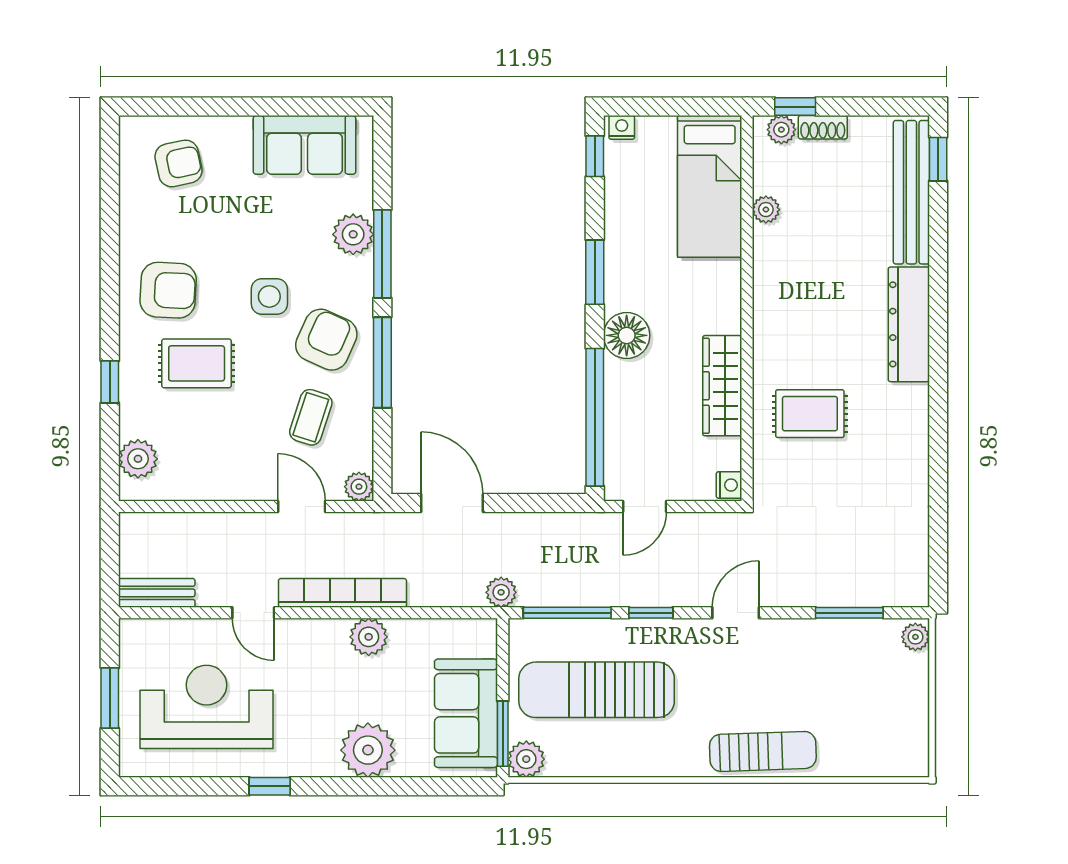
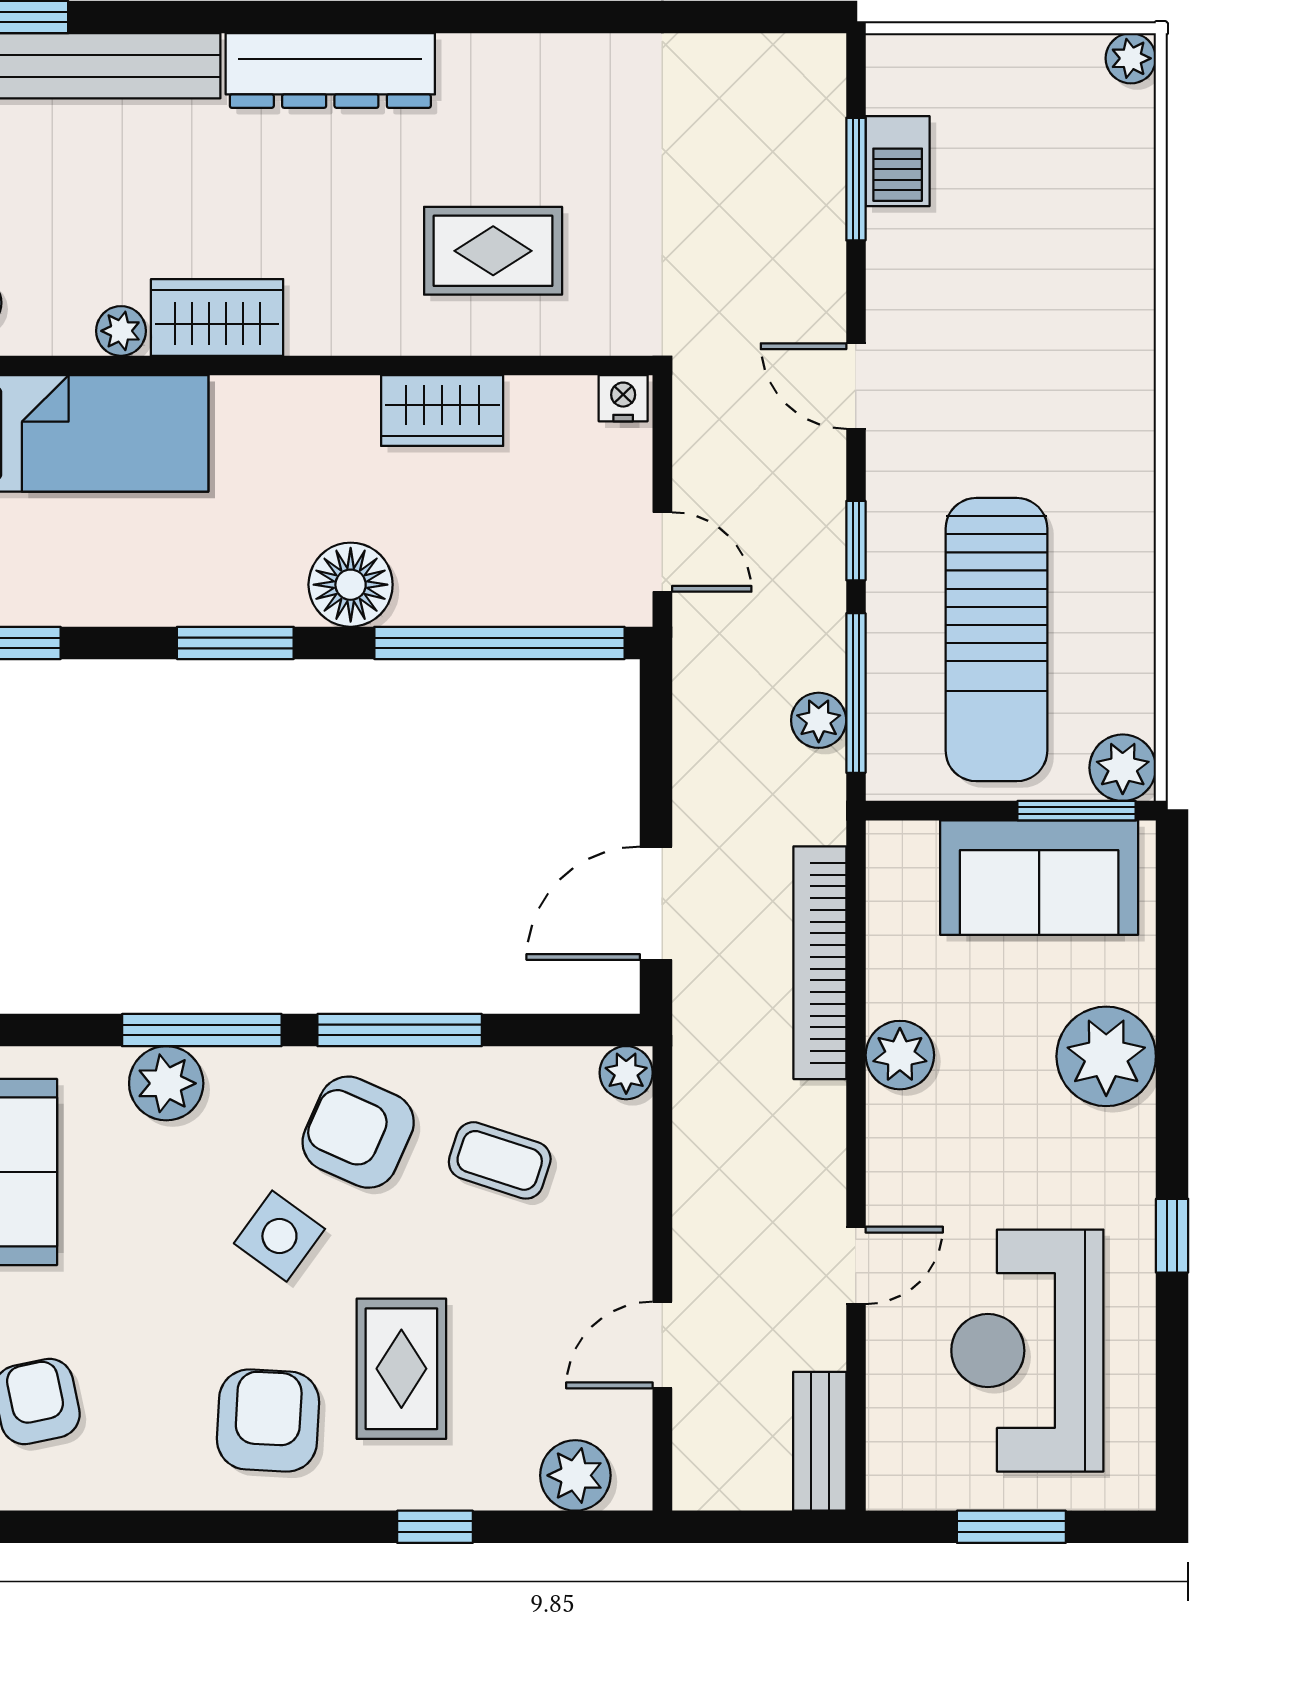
wardrobe: (773, 262) -> (217, 317), added
side table: (269, 296) -> (279, 1236), turned 36
wardrobe: (722, 386) -> (442, 411), width x0.67
rug: (810, 414) -> (493, 251), turned 90
door: (302, 507) -> (662, 1345), moved
plant: (501, 592) -> (819, 720), moved
bookcase: (342, 593) -> (820, 963), moved
barbecue: (859, 636) -> (898, 161), added
plant: (915, 637) -> (1131, 58), moved
sun lounger: (763, 751) -> (1109, 336), removed

